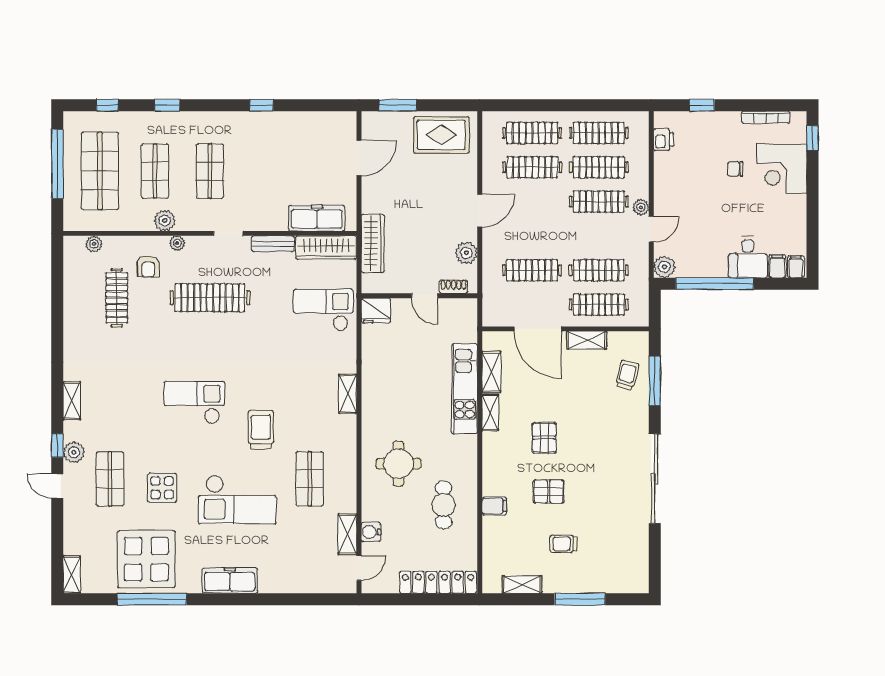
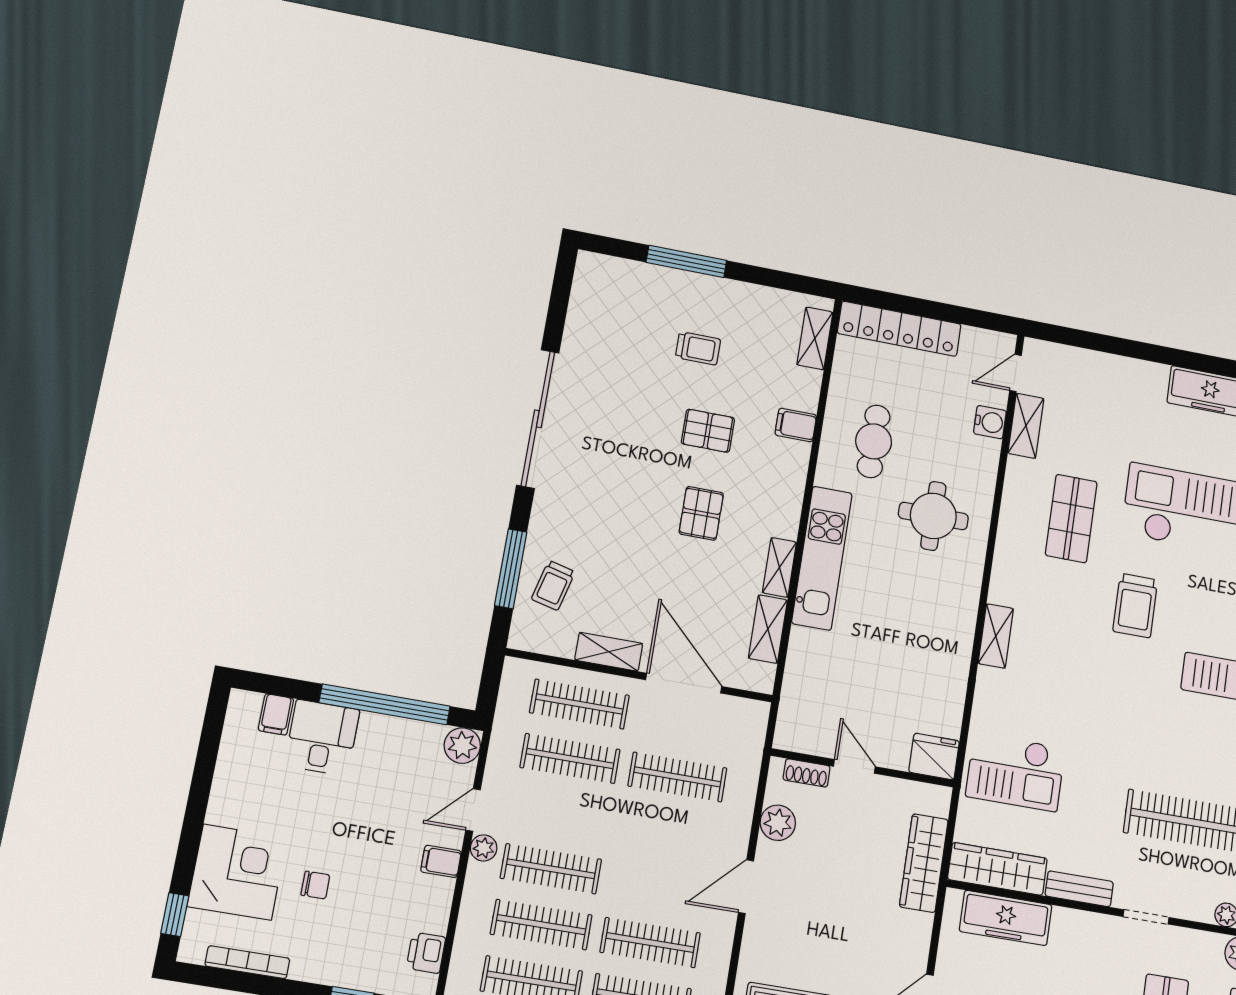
filing cabinet: (796, 267) -> (441, 861), moved, turned 90
kitchen unit: (465, 389) -> (822, 558), moved
shelving: (522, 585) -> (815, 338), moved, turned 90

